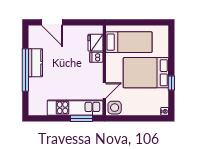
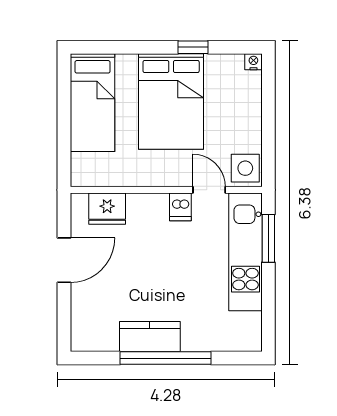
door: (52, 22) -> (64, 260), moved
bed: (129, 42) -> (93, 103), moved, turned 180
dishwasher: (96, 57) -> (180, 207), moved

